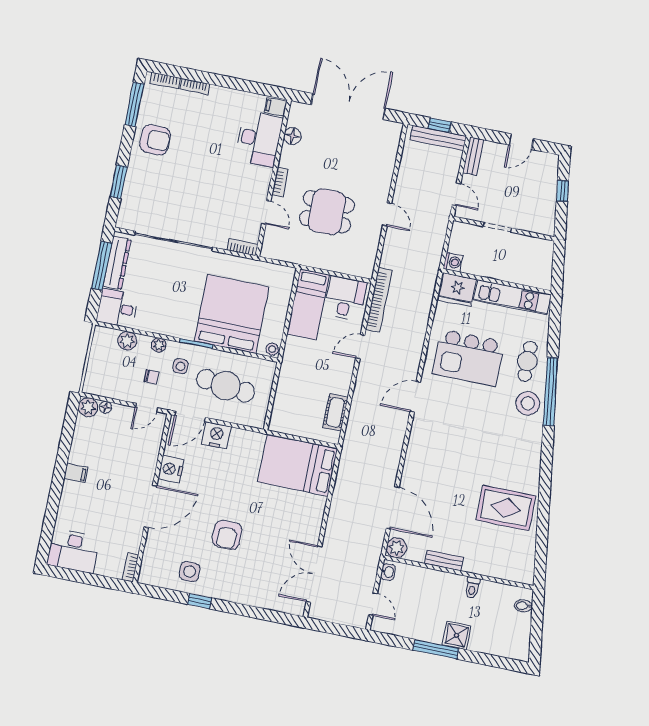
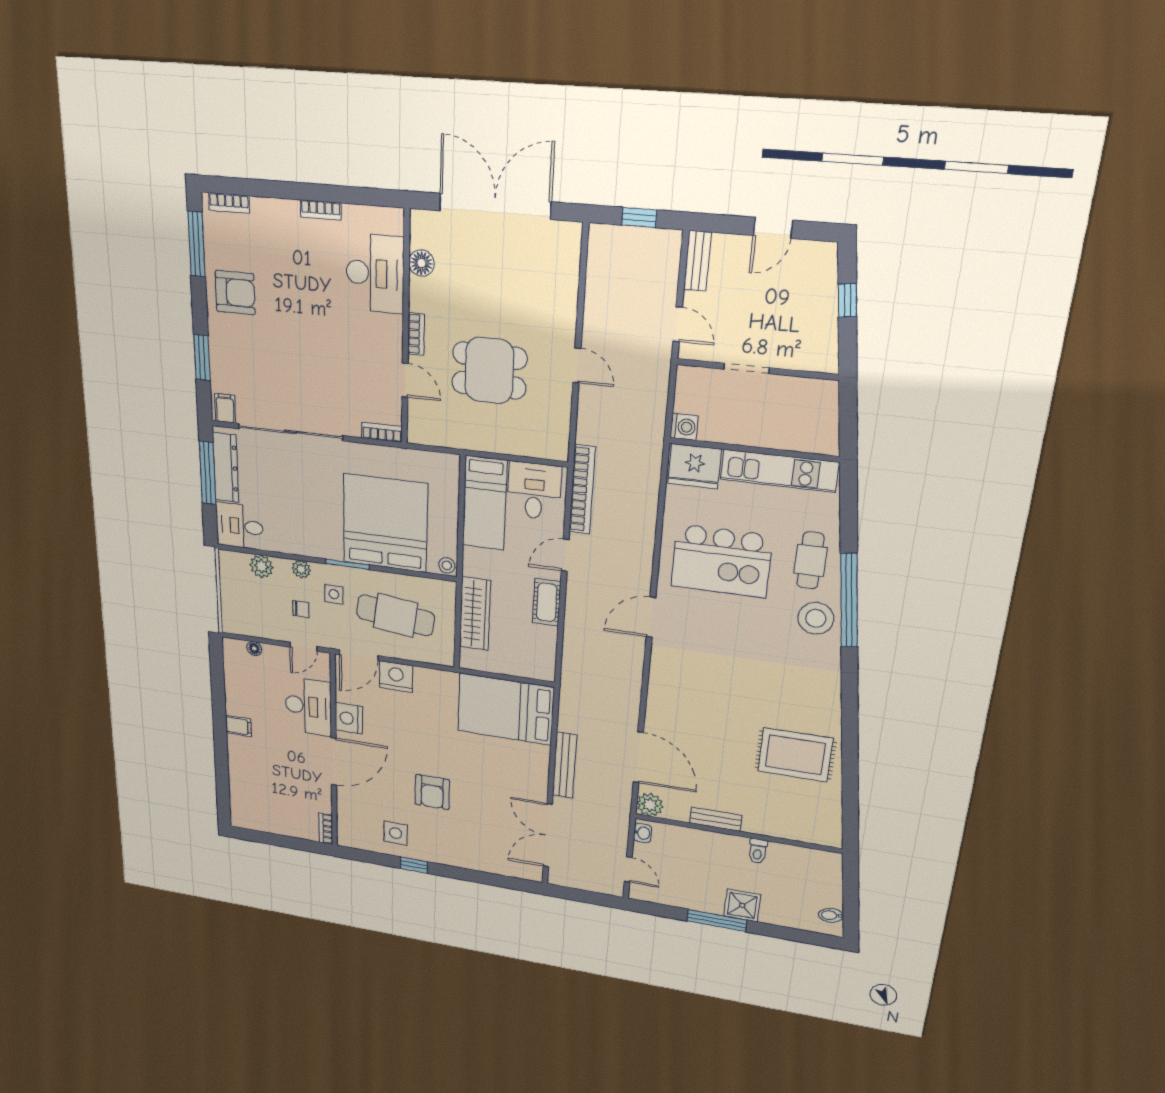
bookcase: (195, 87) -> (321, 210), moved
filing cabinet: (275, 107) -> (225, 408), moved, turned 90
bench: (438, 138) -> (565, 765), moved, turned 90
wardrobe: (287, 388) -> (475, 614), added
plant: (88, 407) -> (234, 649), removed
cot: (335, 412) -> (547, 602), moved
desk: (73, 551) -> (308, 706), moved, turned -90
bidet: (523, 606) -> (831, 915), moved

